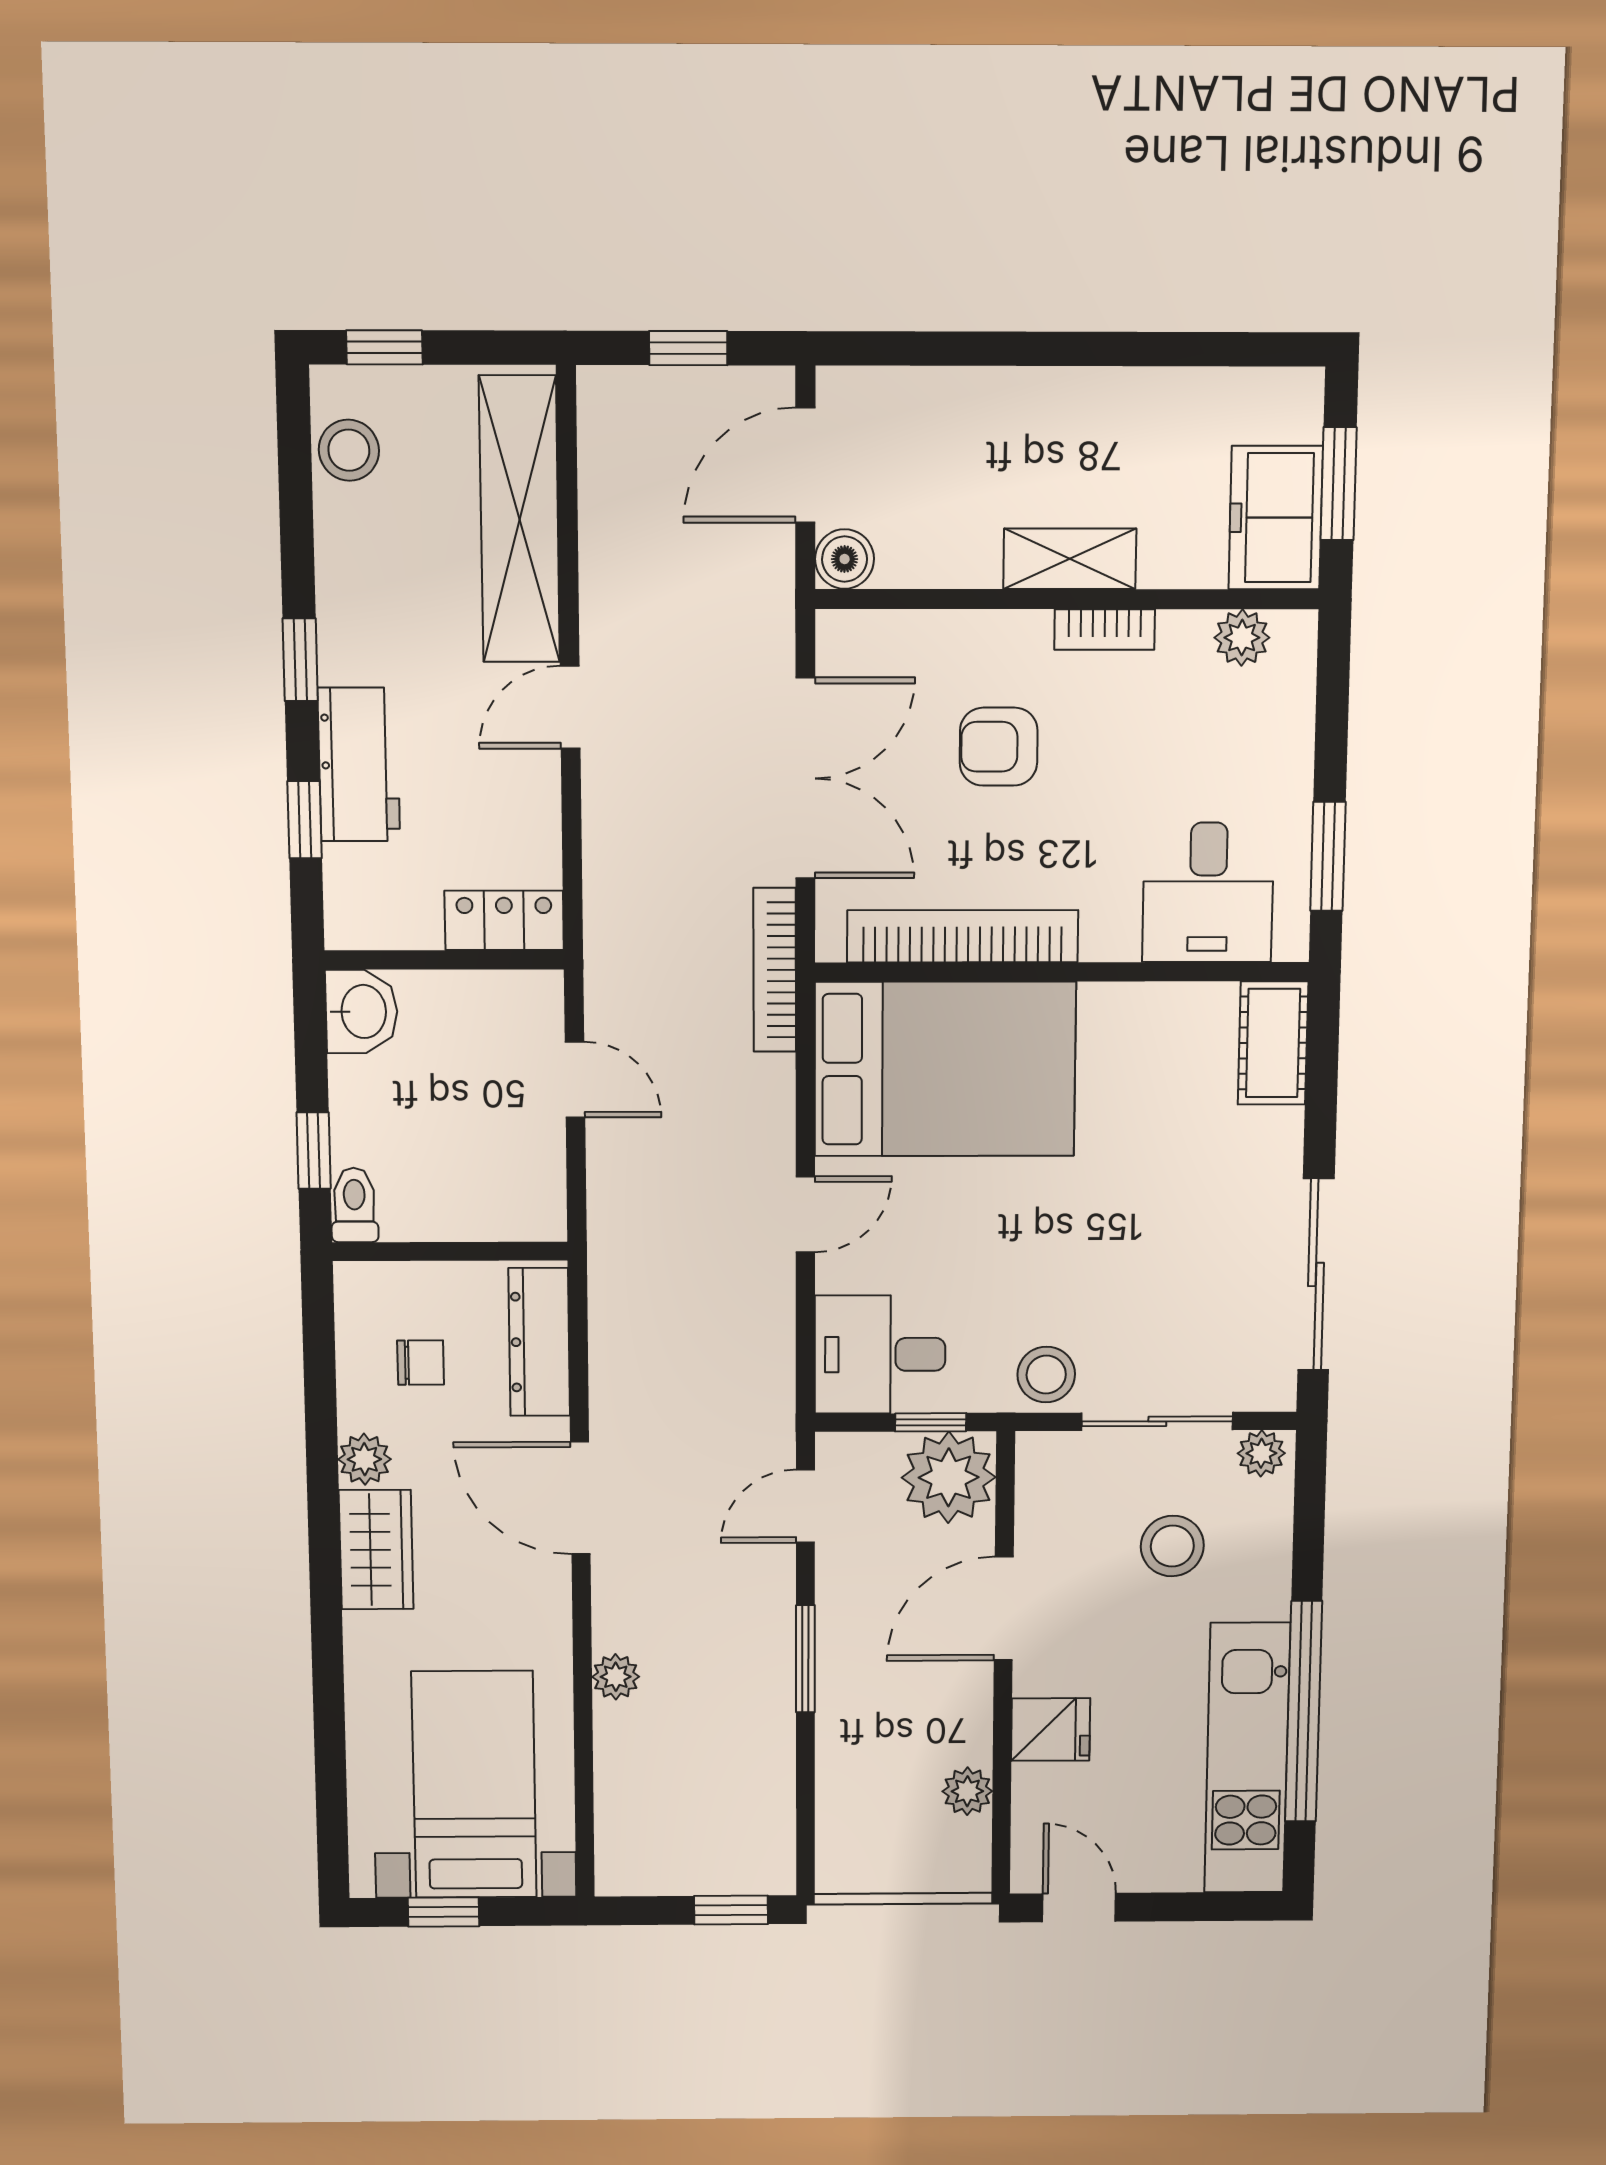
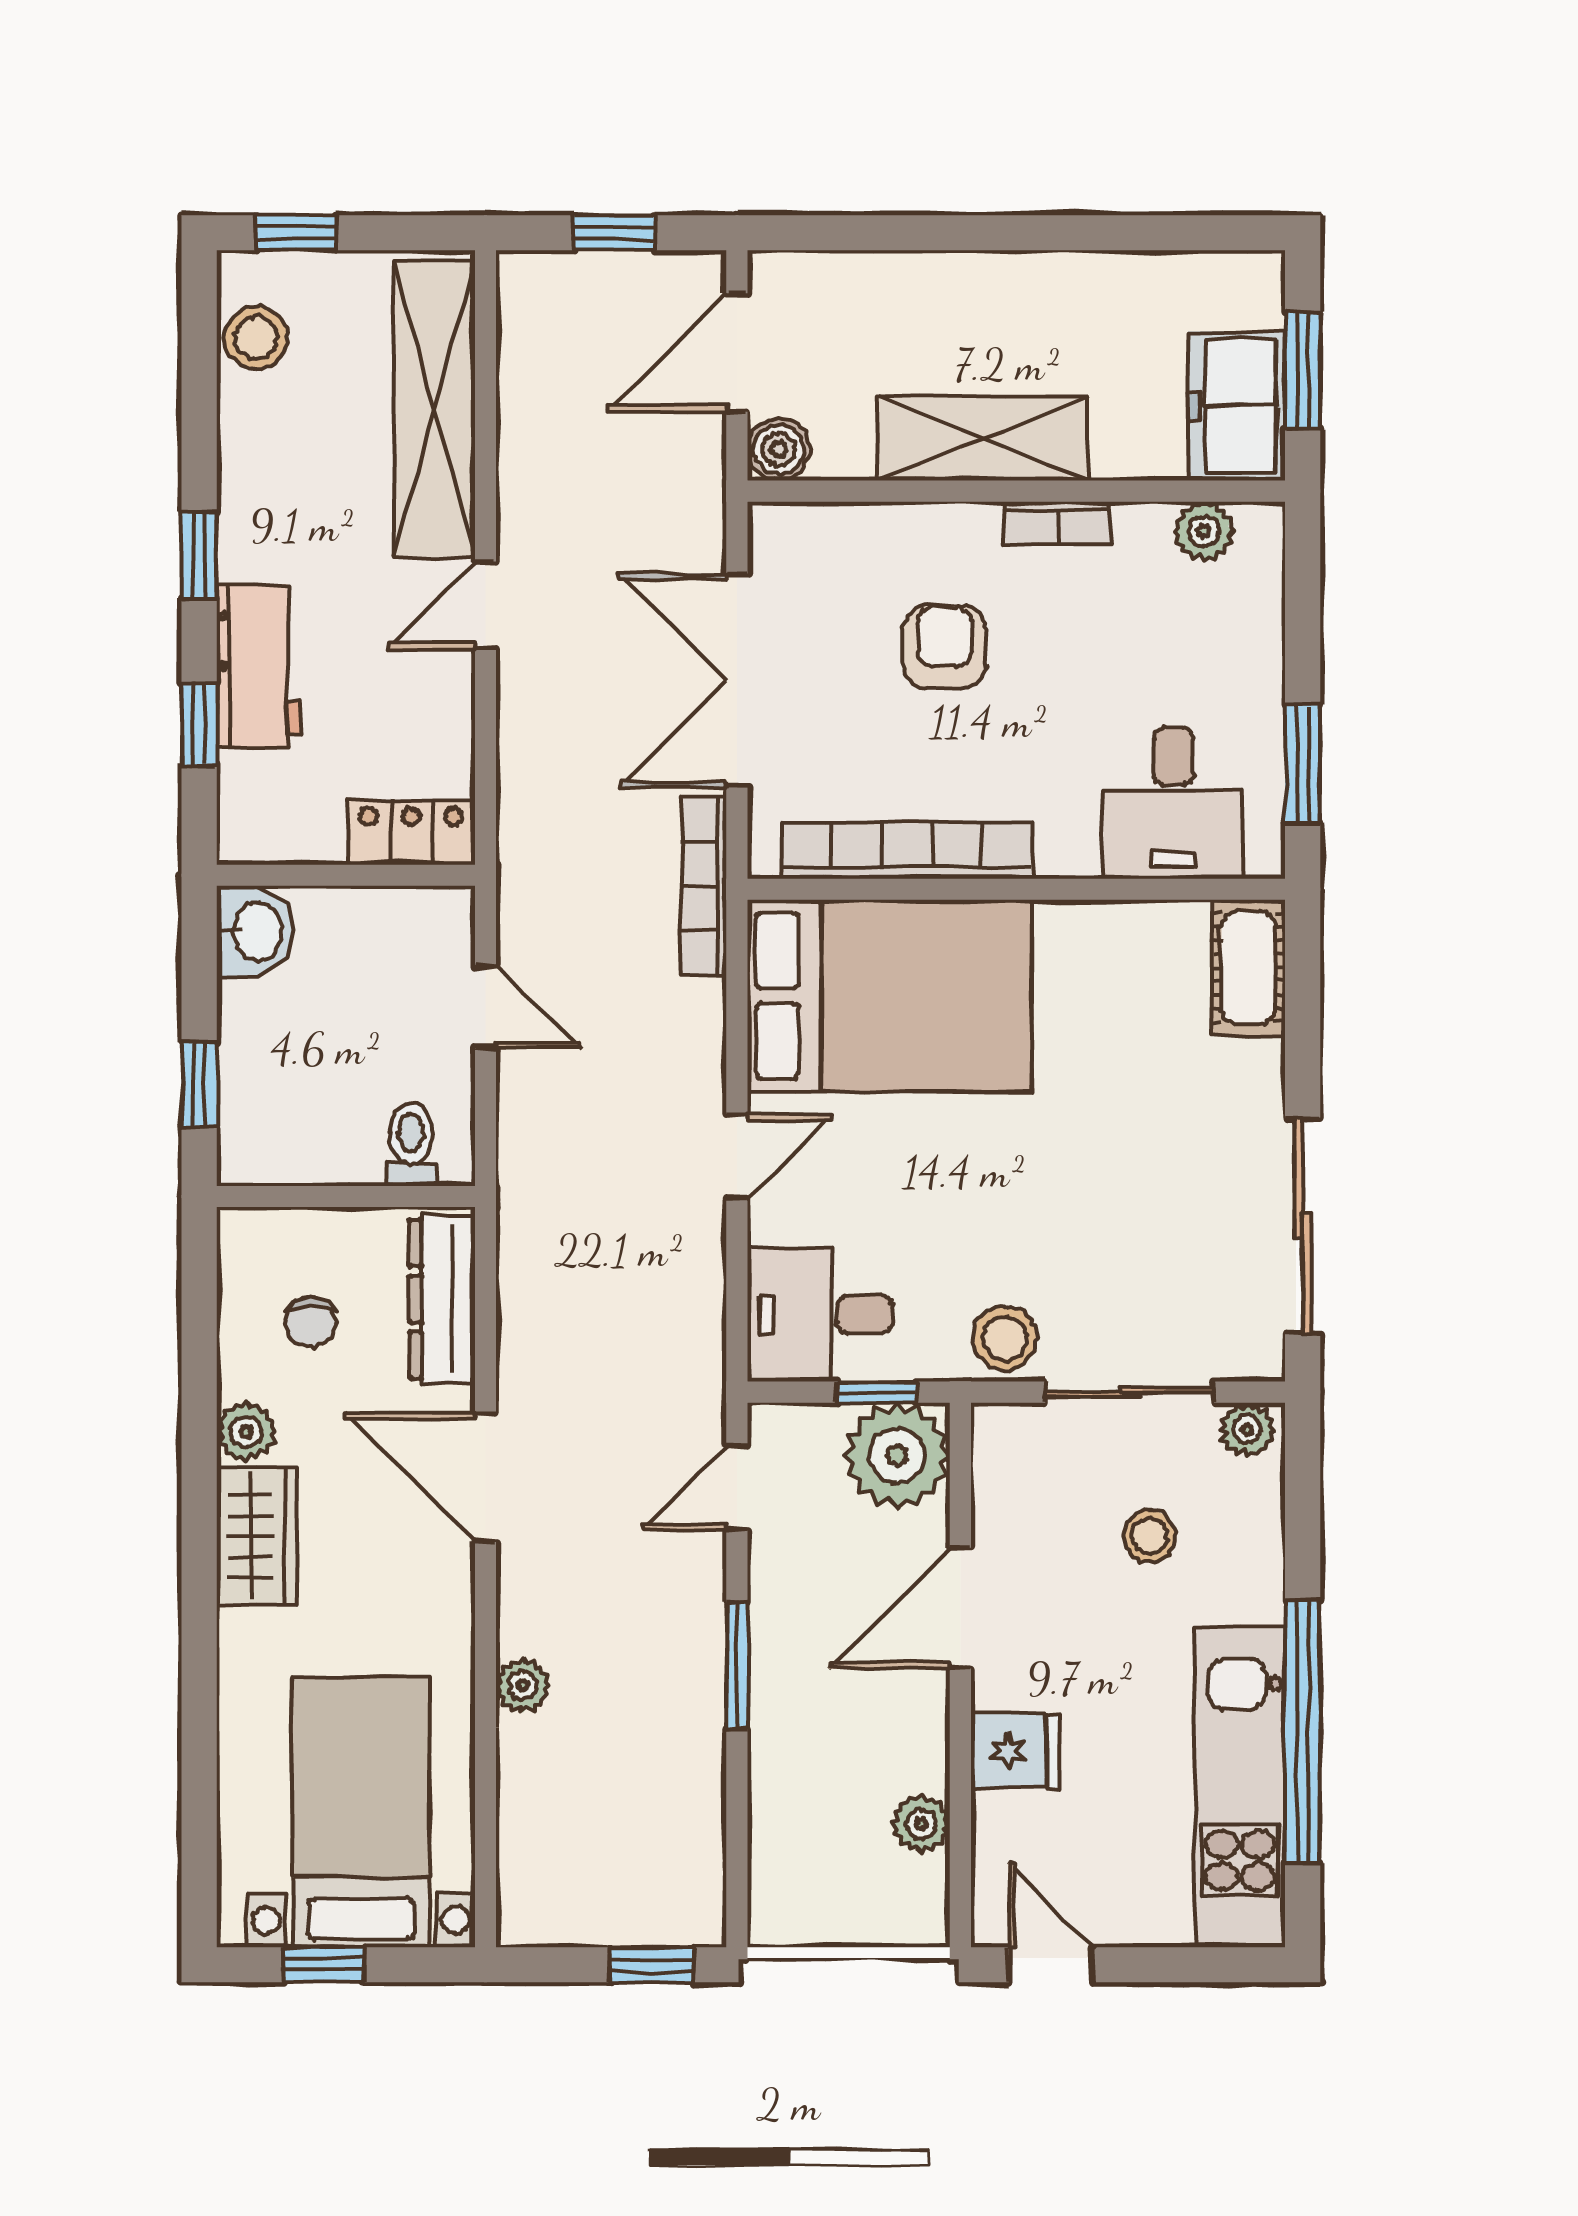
shelving: (1070, 559) -> (983, 438), width x1.50, depth x1.33
armchair: (999, 747) -> (944, 647), turned 90
double door: (805, 778) -> (737, 680), swing flipped
toilet: (354, 1205) -> (411, 1144), moved
chair: (421, 1363) -> (311, 1322), turned 90
stool: (1172, 1546) -> (1149, 1536), width x0.73, depth x0.73

